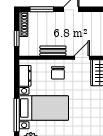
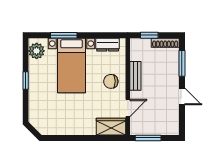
door: (82, 58) -> (128, 108), hinge flipped
window: (17, 115) -> (64, 35), width x0.69

